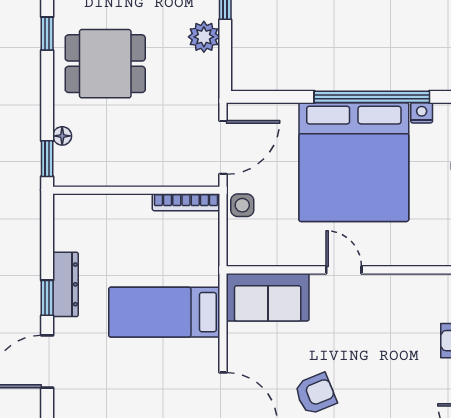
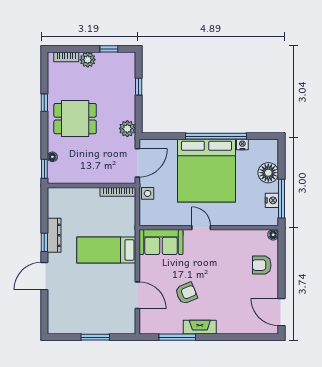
plant: (204, 37) -> (127, 129), moved

